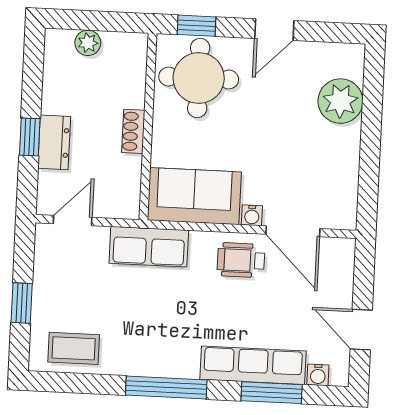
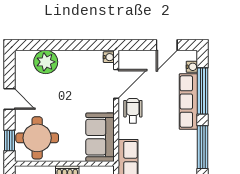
water cooler: (252, 215) -> (109, 57), moved
wheelchair: (241, 260) -> (133, 111), turned 180
window: (272, 393) -> (203, 91), width x1.44

